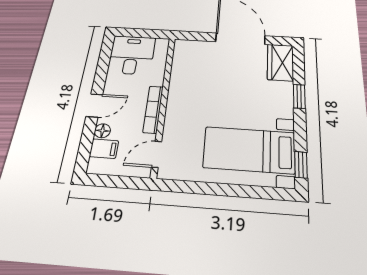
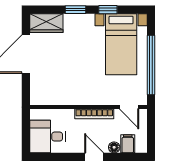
window: (301, 165) -> (108, 10), moved
window: (216, 189) -> (151, 65), added

